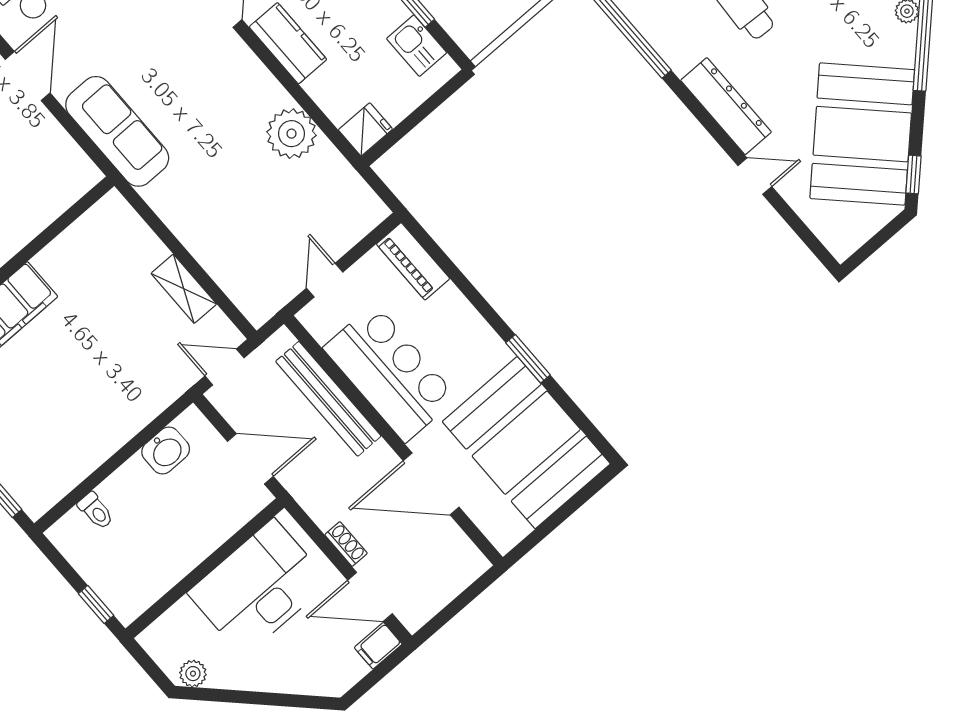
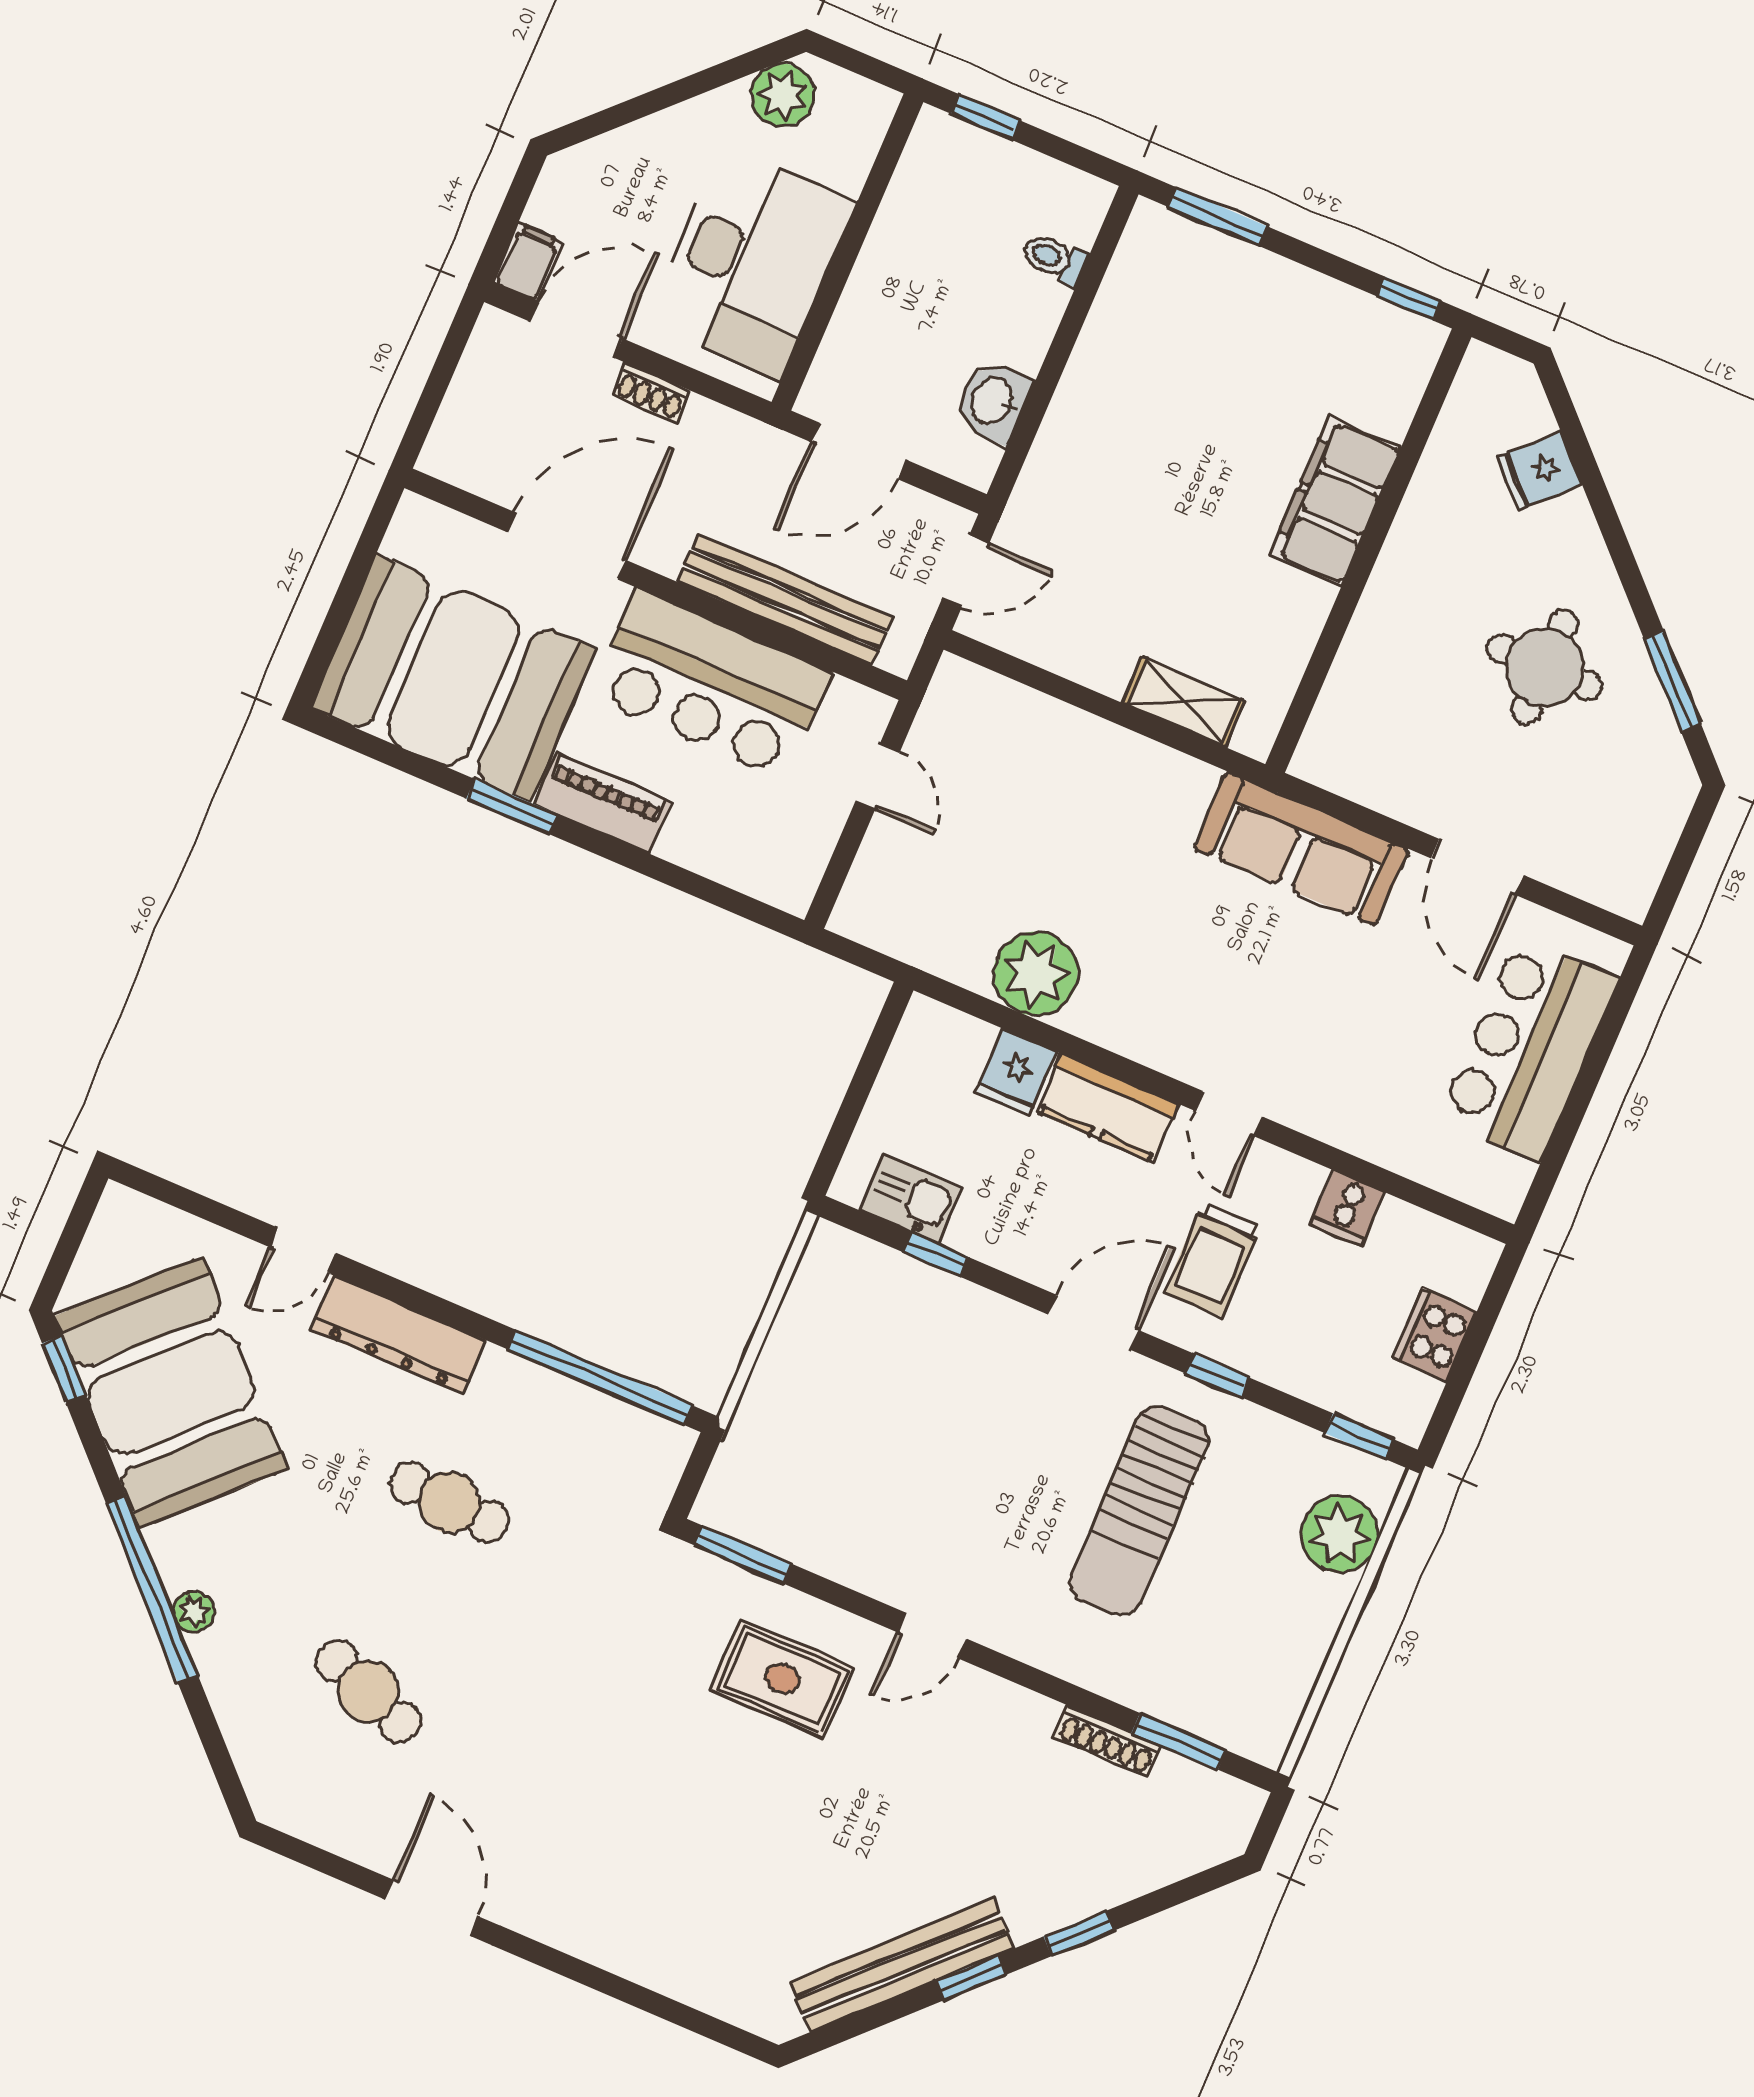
fridge: (365, 129) -> (1016, 1073), moved
piano: (413, 261) -> (603, 803), moved
shelving: (184, 289) -> (1184, 702), moved
plant: (193, 674) -> (783, 95), width x1.38, depth x1.38

